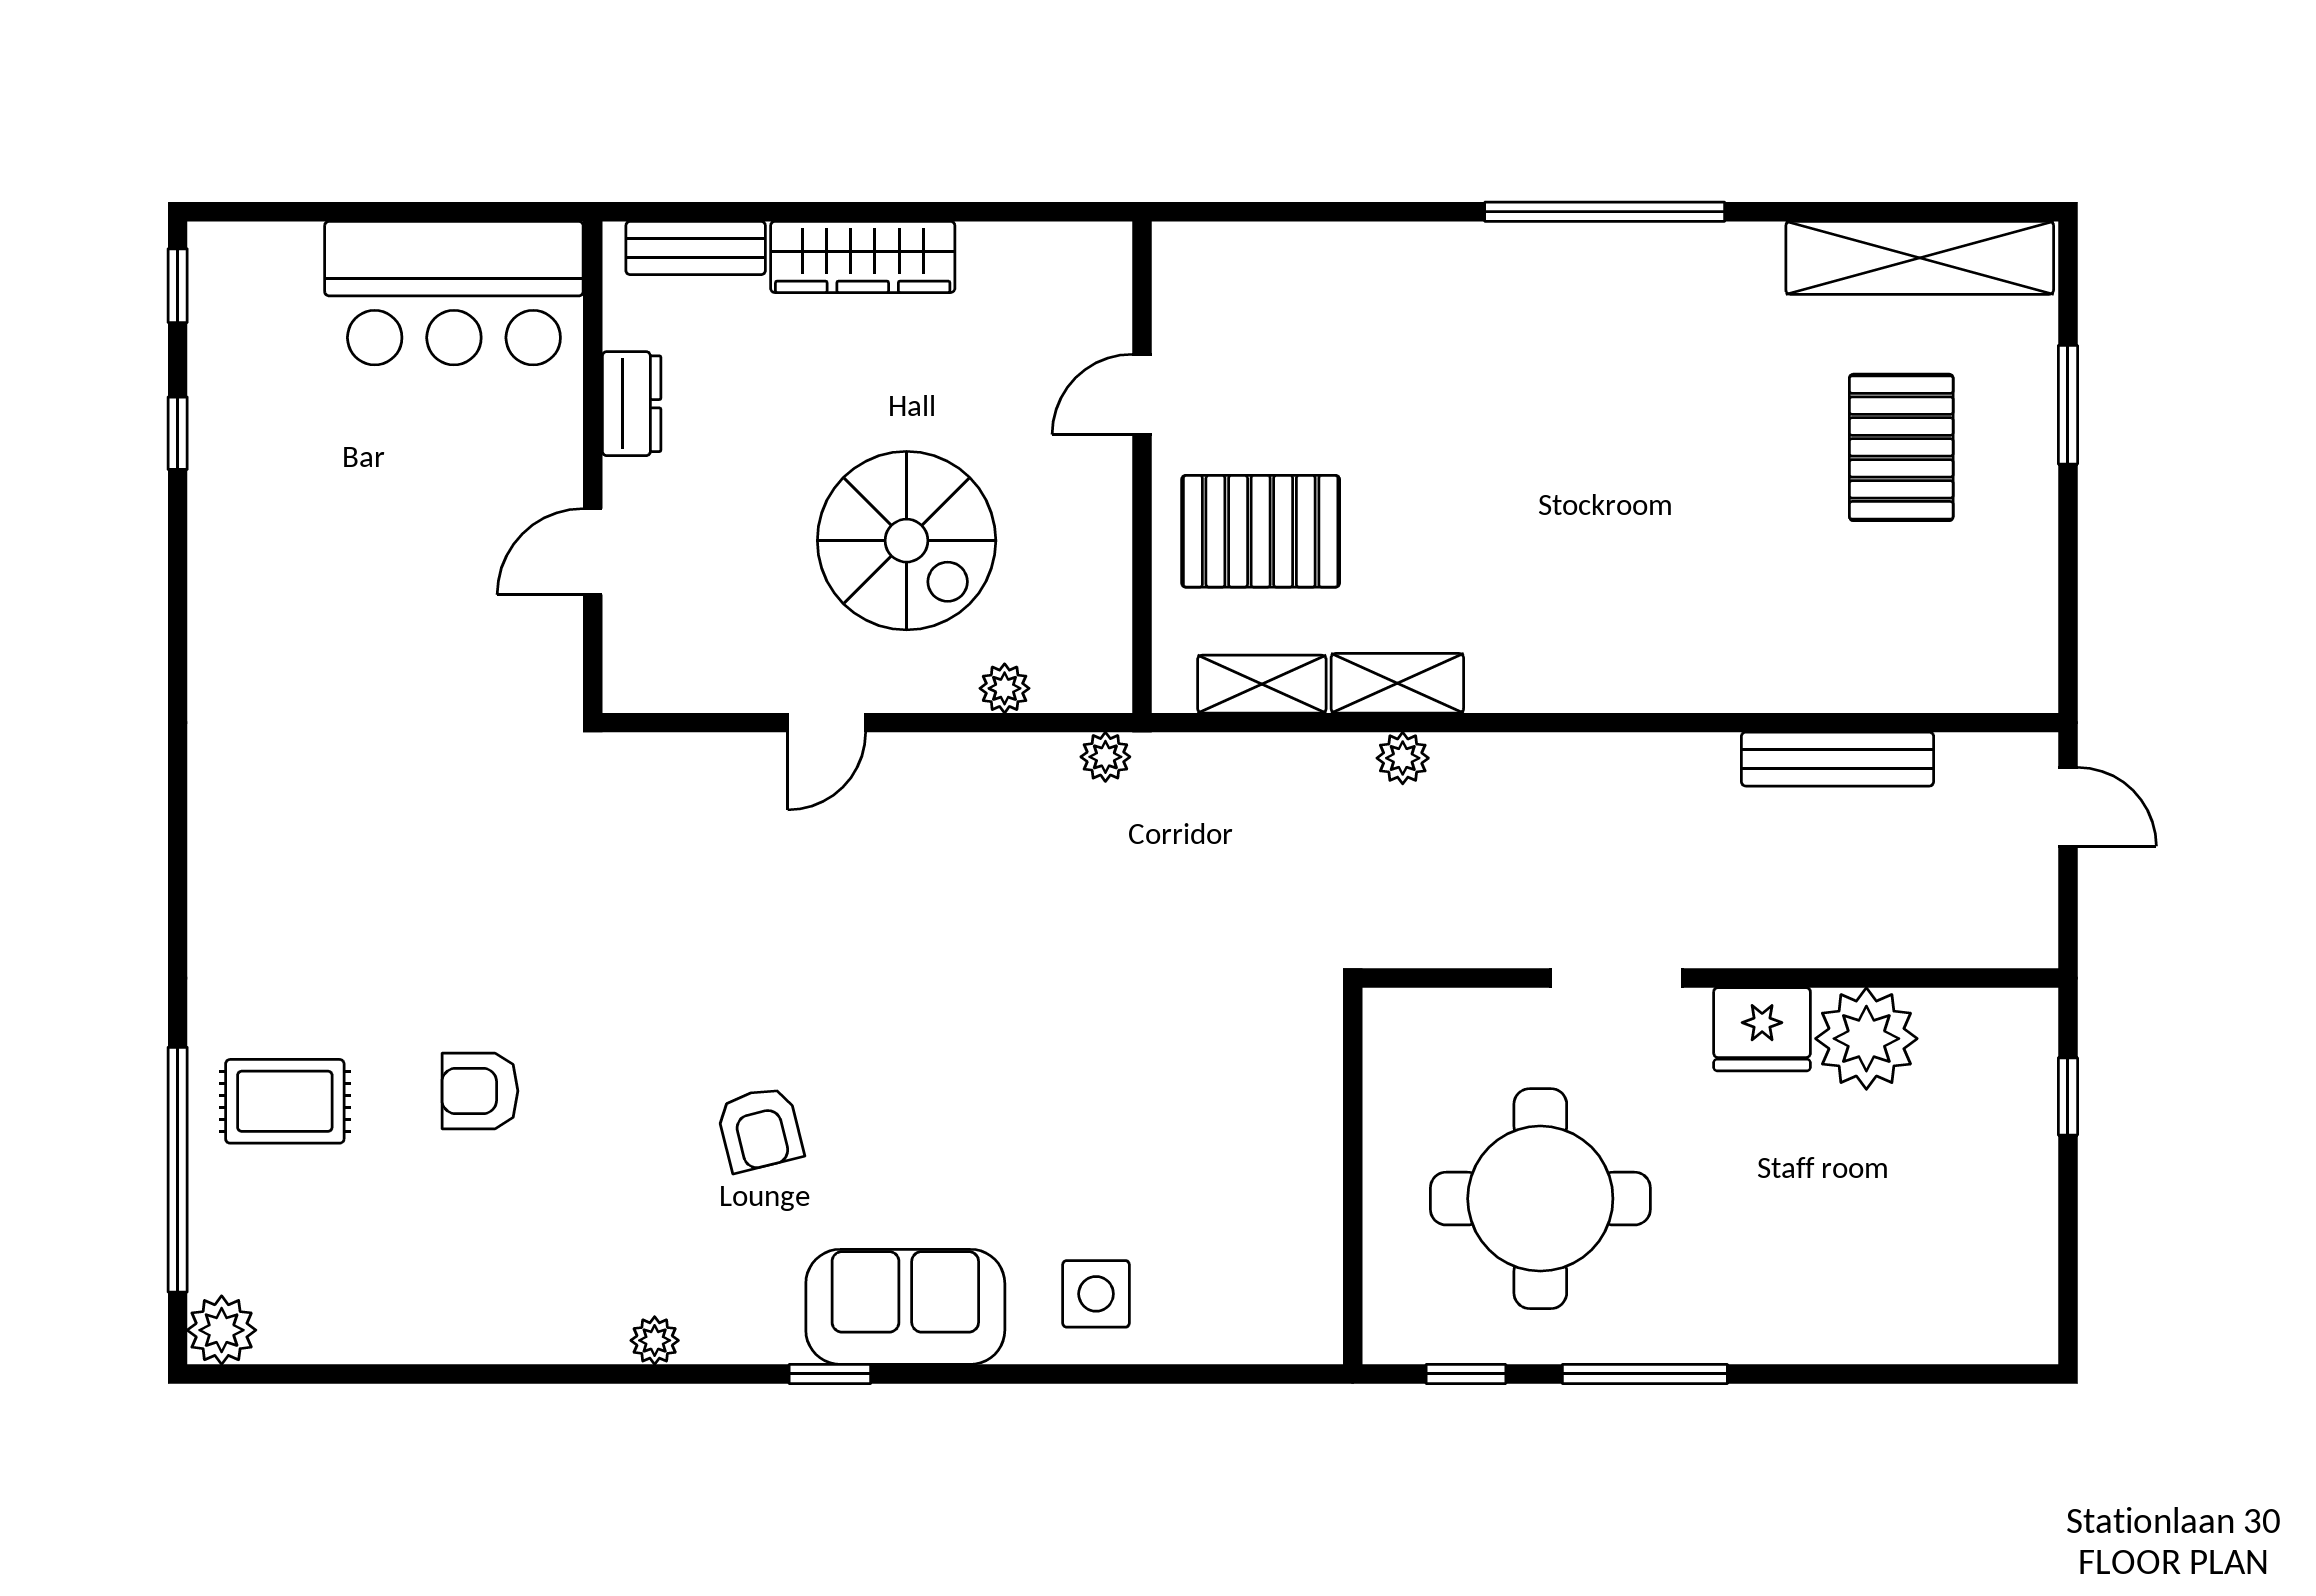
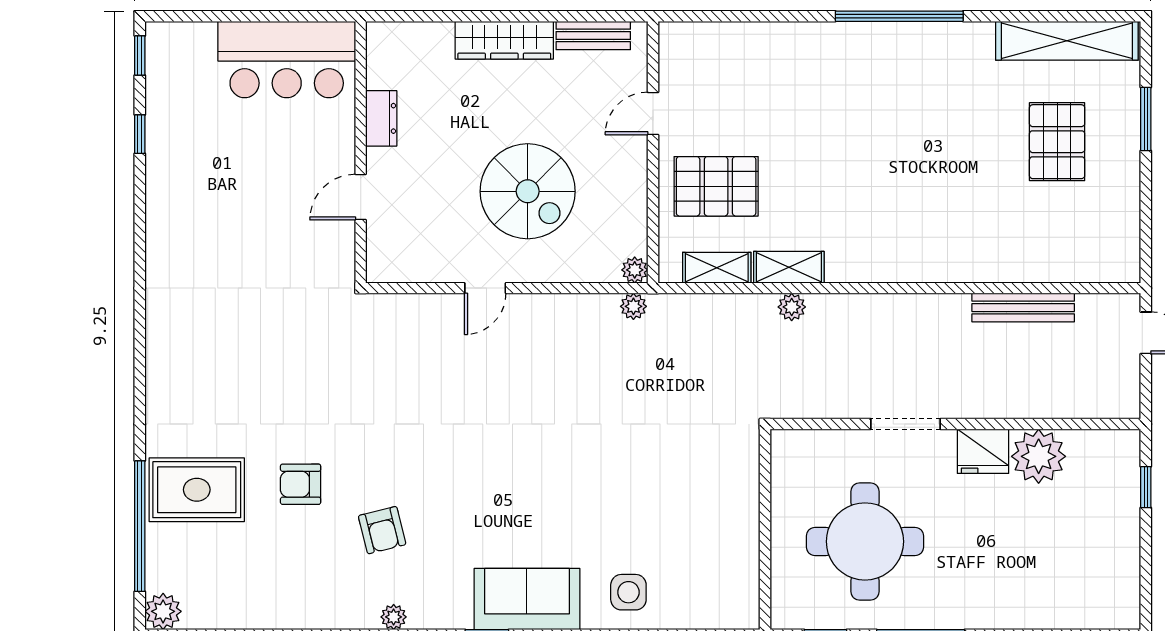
bench: (696, 248) -> (593, 35), moved
plant: (1005, 688) -> (635, 270), moved
rug: (285, 1101) -> (197, 490), width x1.36, depth x1.43
armchair: (760, 1129) -> (382, 530), moved

